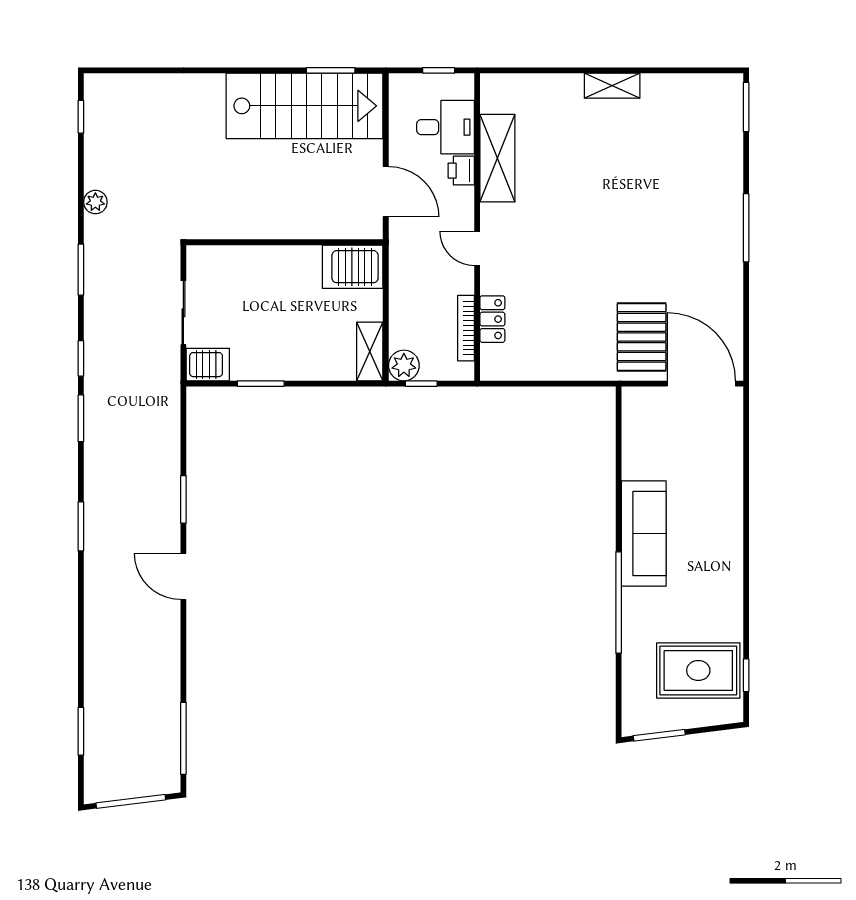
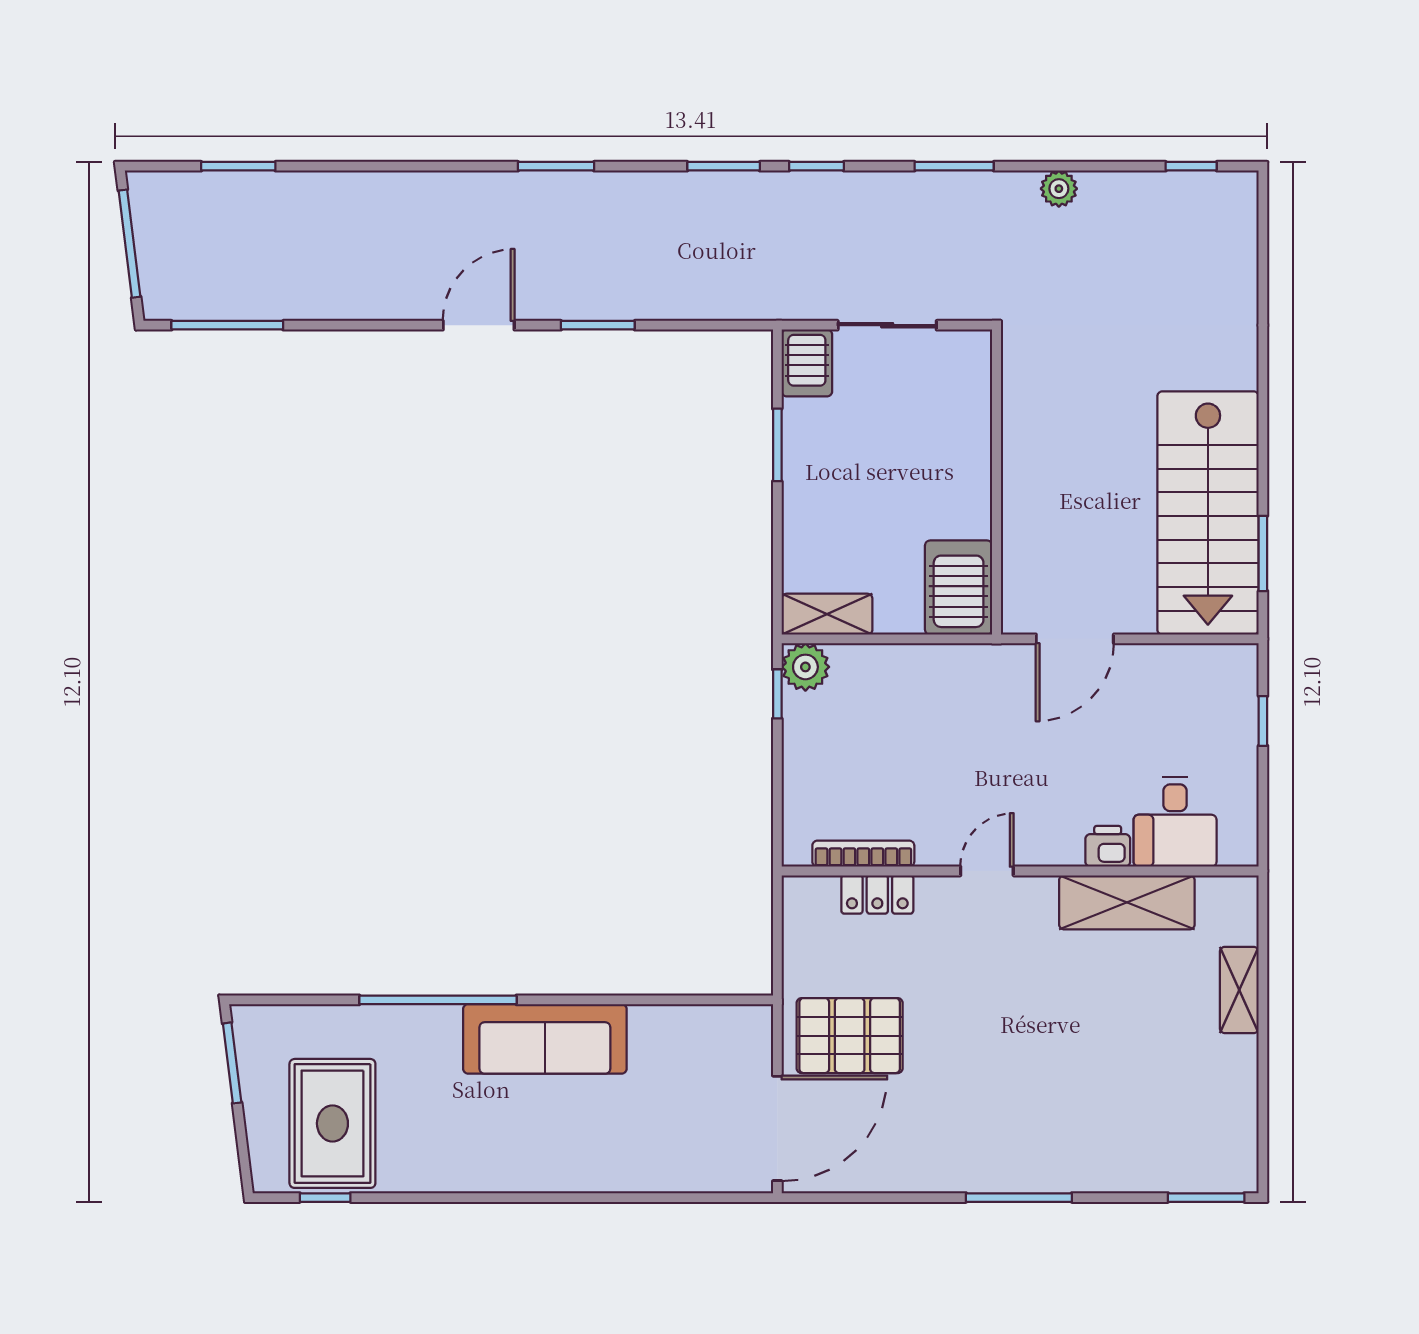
desk: (446, 127) -> (1175, 822), moved
shelving: (497, 158) -> (1127, 902), moved
printer: (461, 171) -> (1108, 846), moved
wall: (477, 227) -> (1020, 871), moved
door: (477, 248) -> (987, 871), moved
locker: (492, 319) -> (877, 894), moved
bookcase: (466, 328) -> (863, 854), moved

